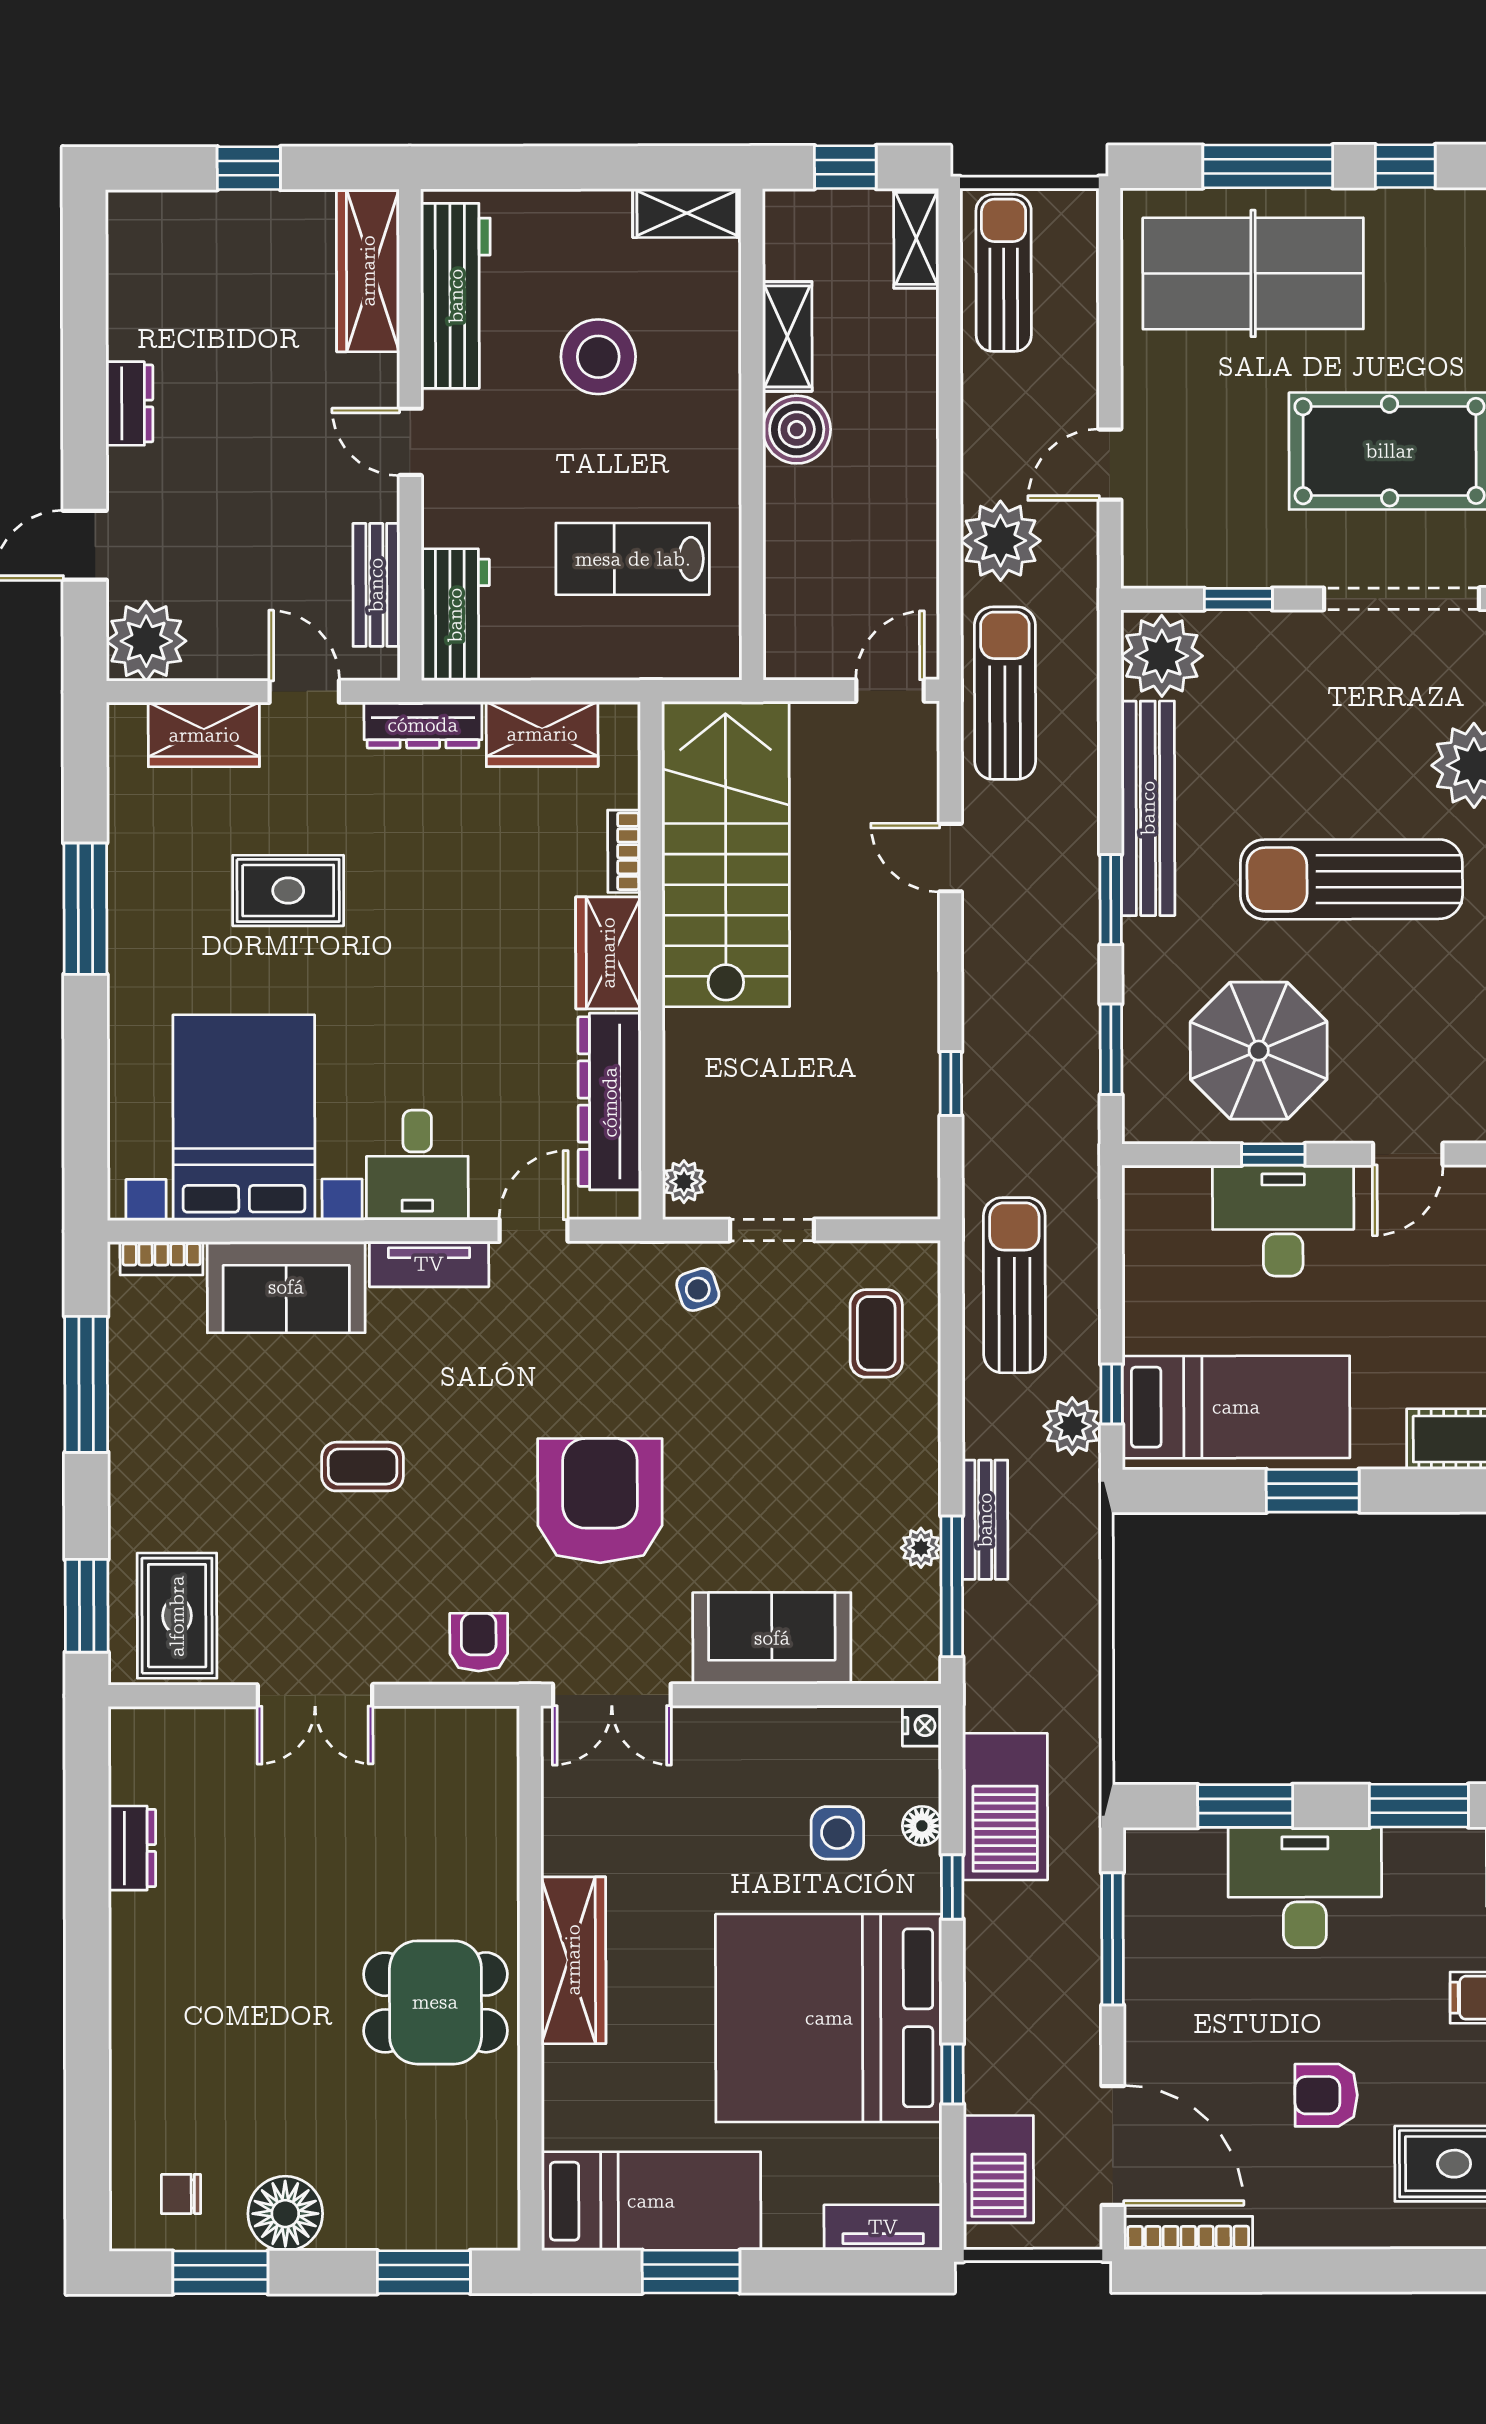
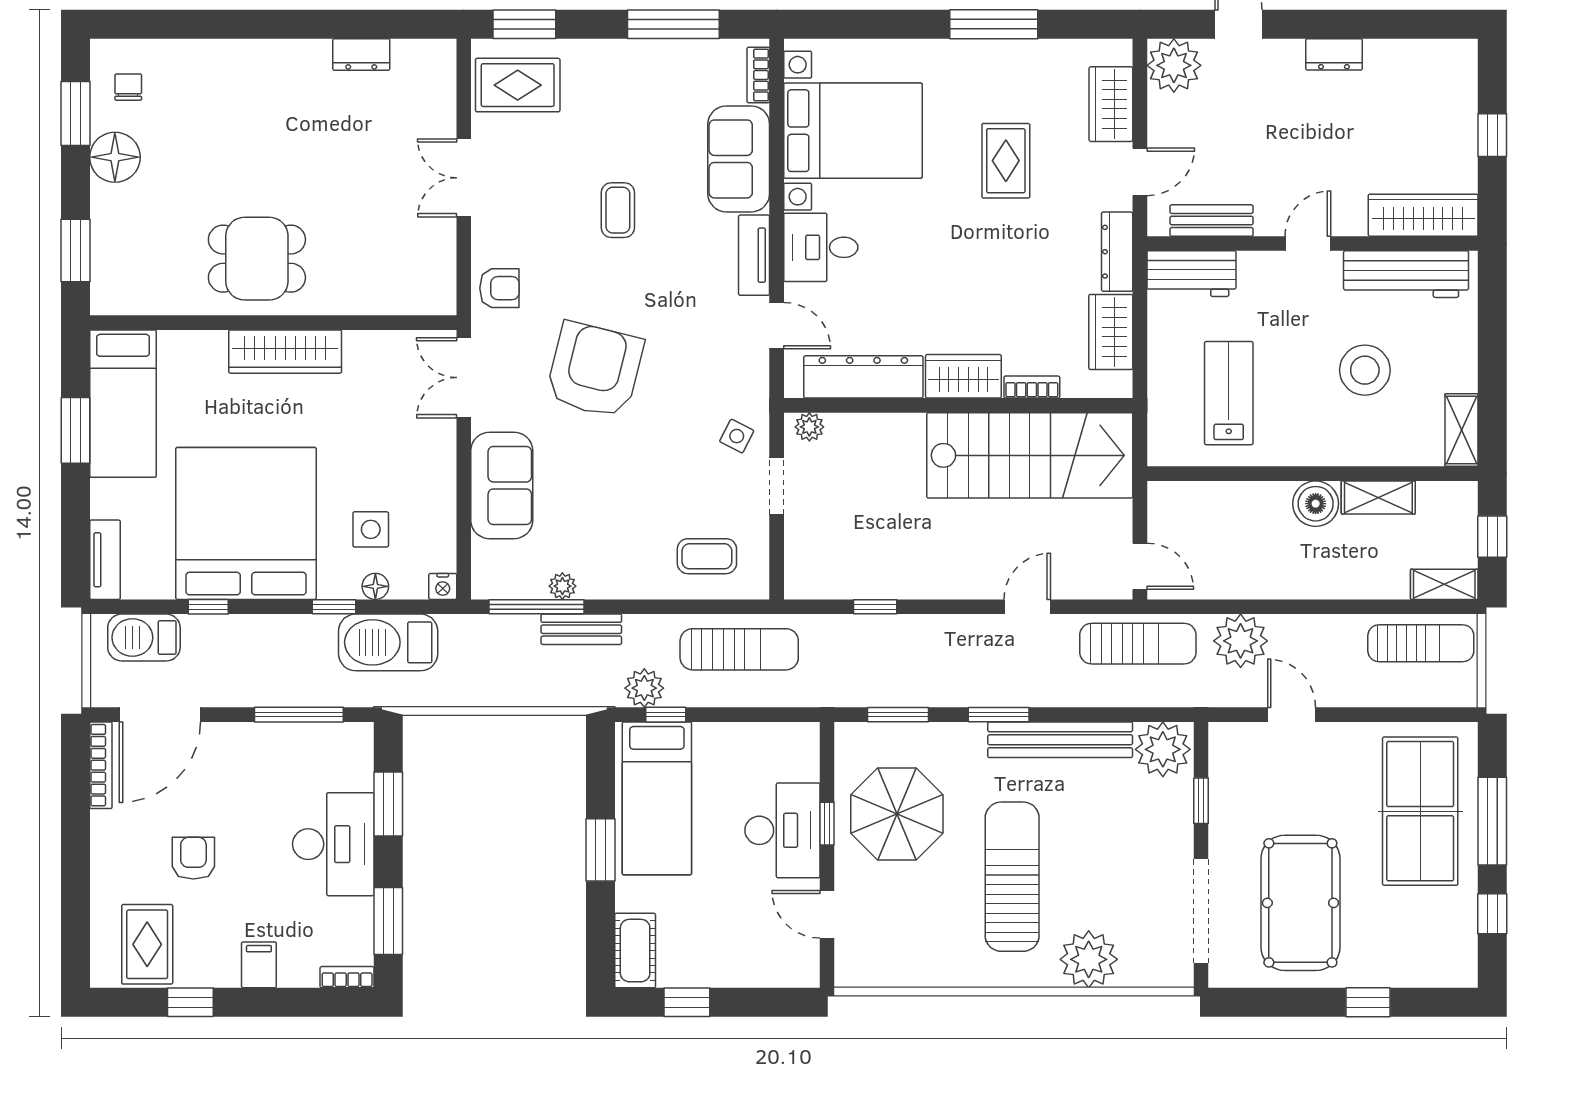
side table: (698, 1289) -> (737, 436), turned 45
armchair: (600, 1501) -> (595, 370), turned -76
dining table: (435, 2002) -> (257, 259), turned 90

